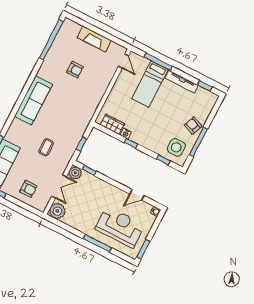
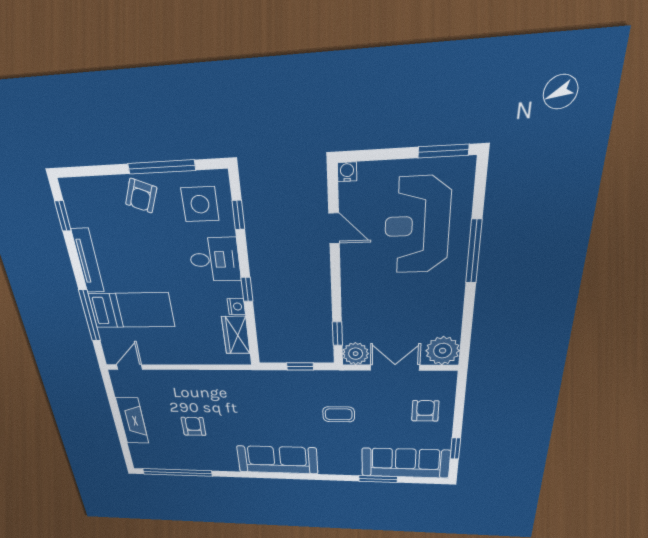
desk: (151, 138) -> (215, 260), added

